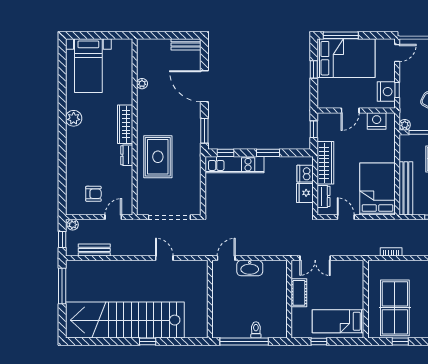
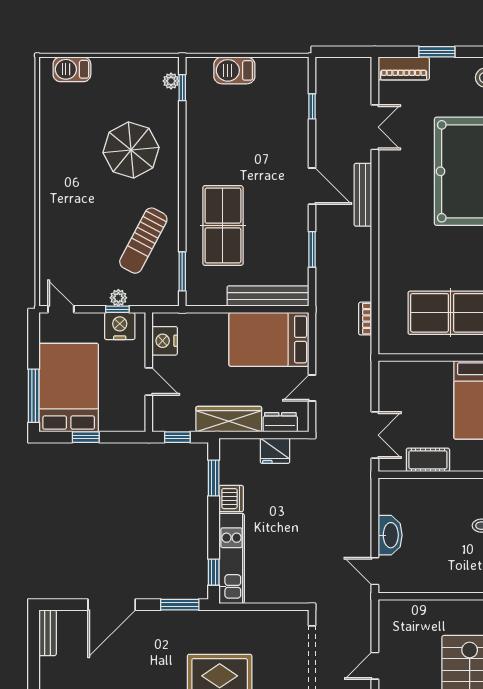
plant: (405, 125) -> (118, 298), moved
window: (268, 153) -> (214, 478), moved
dishwasher: (305, 174) -> (231, 499), moved, turned -90

